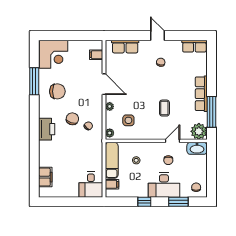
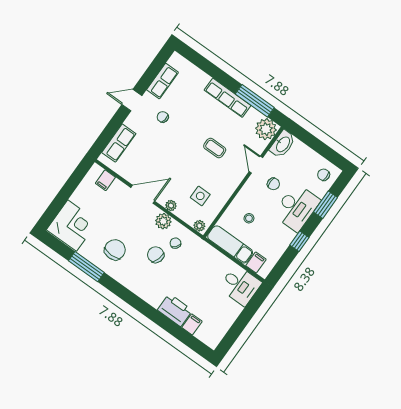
row of seats: (194, 46) -> (162, 81), moved
plant: (96, 109) -> (163, 221), added
printer: (47, 129) -> (175, 310), moved
filing cabinet: (45, 177) -> (192, 324), width x0.50

